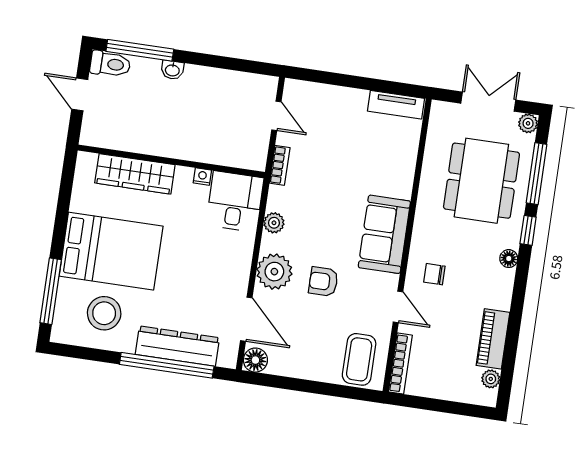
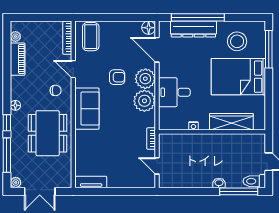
dining table: (481, 181) -> (48, 133), moved
desk: (235, 202) -> (174, 92), moved, turned 90
plant: (274, 223) -> (144, 101), width x1.88, depth x1.88

